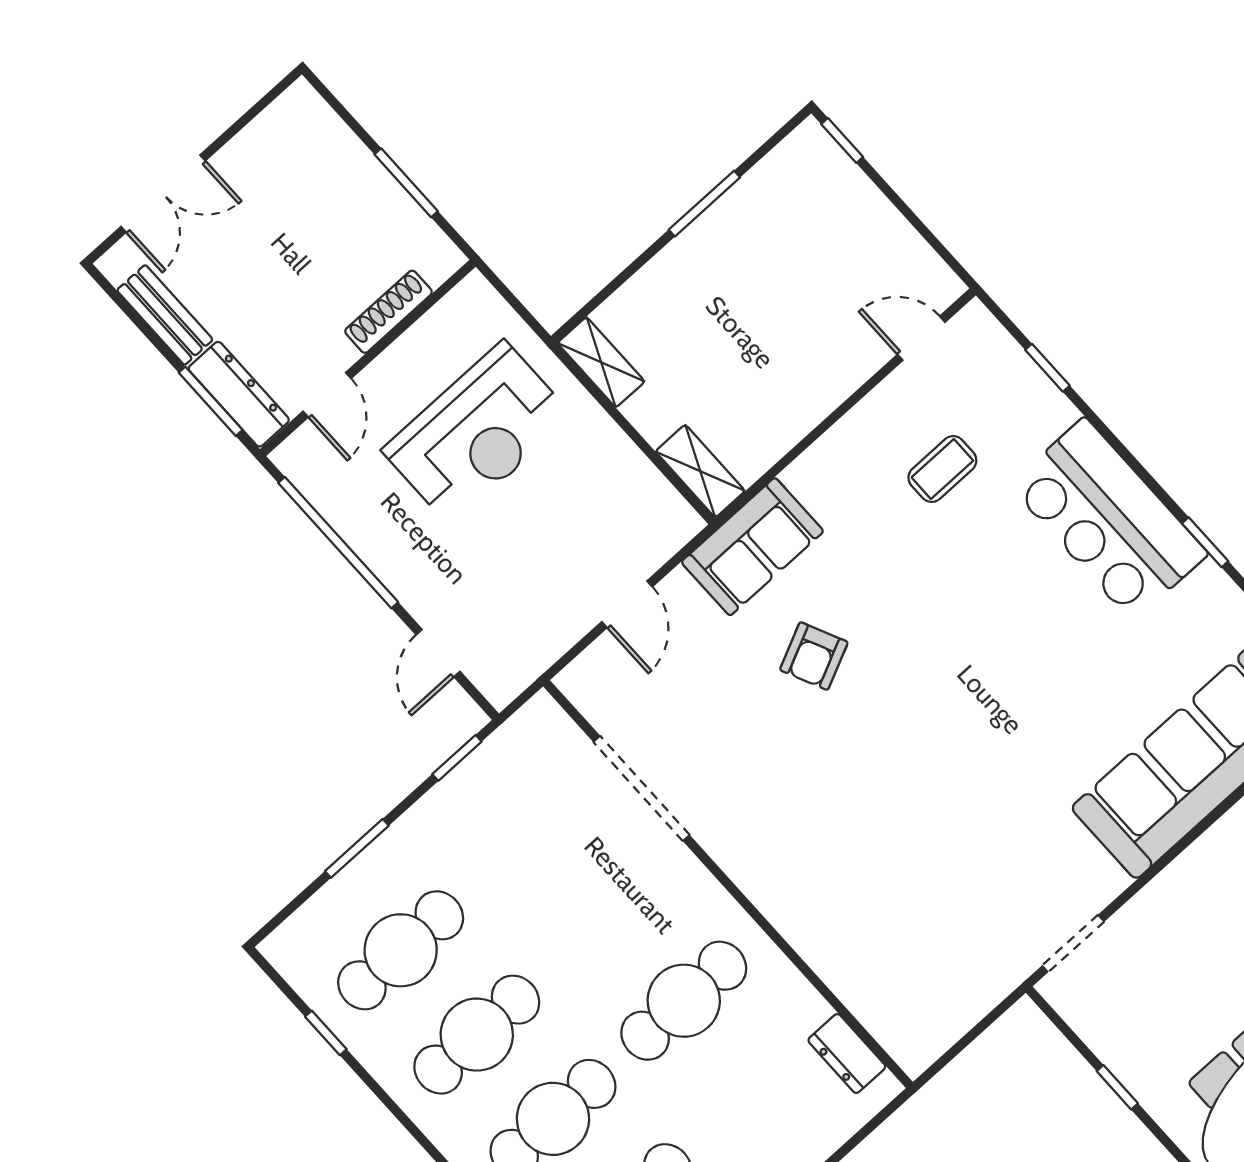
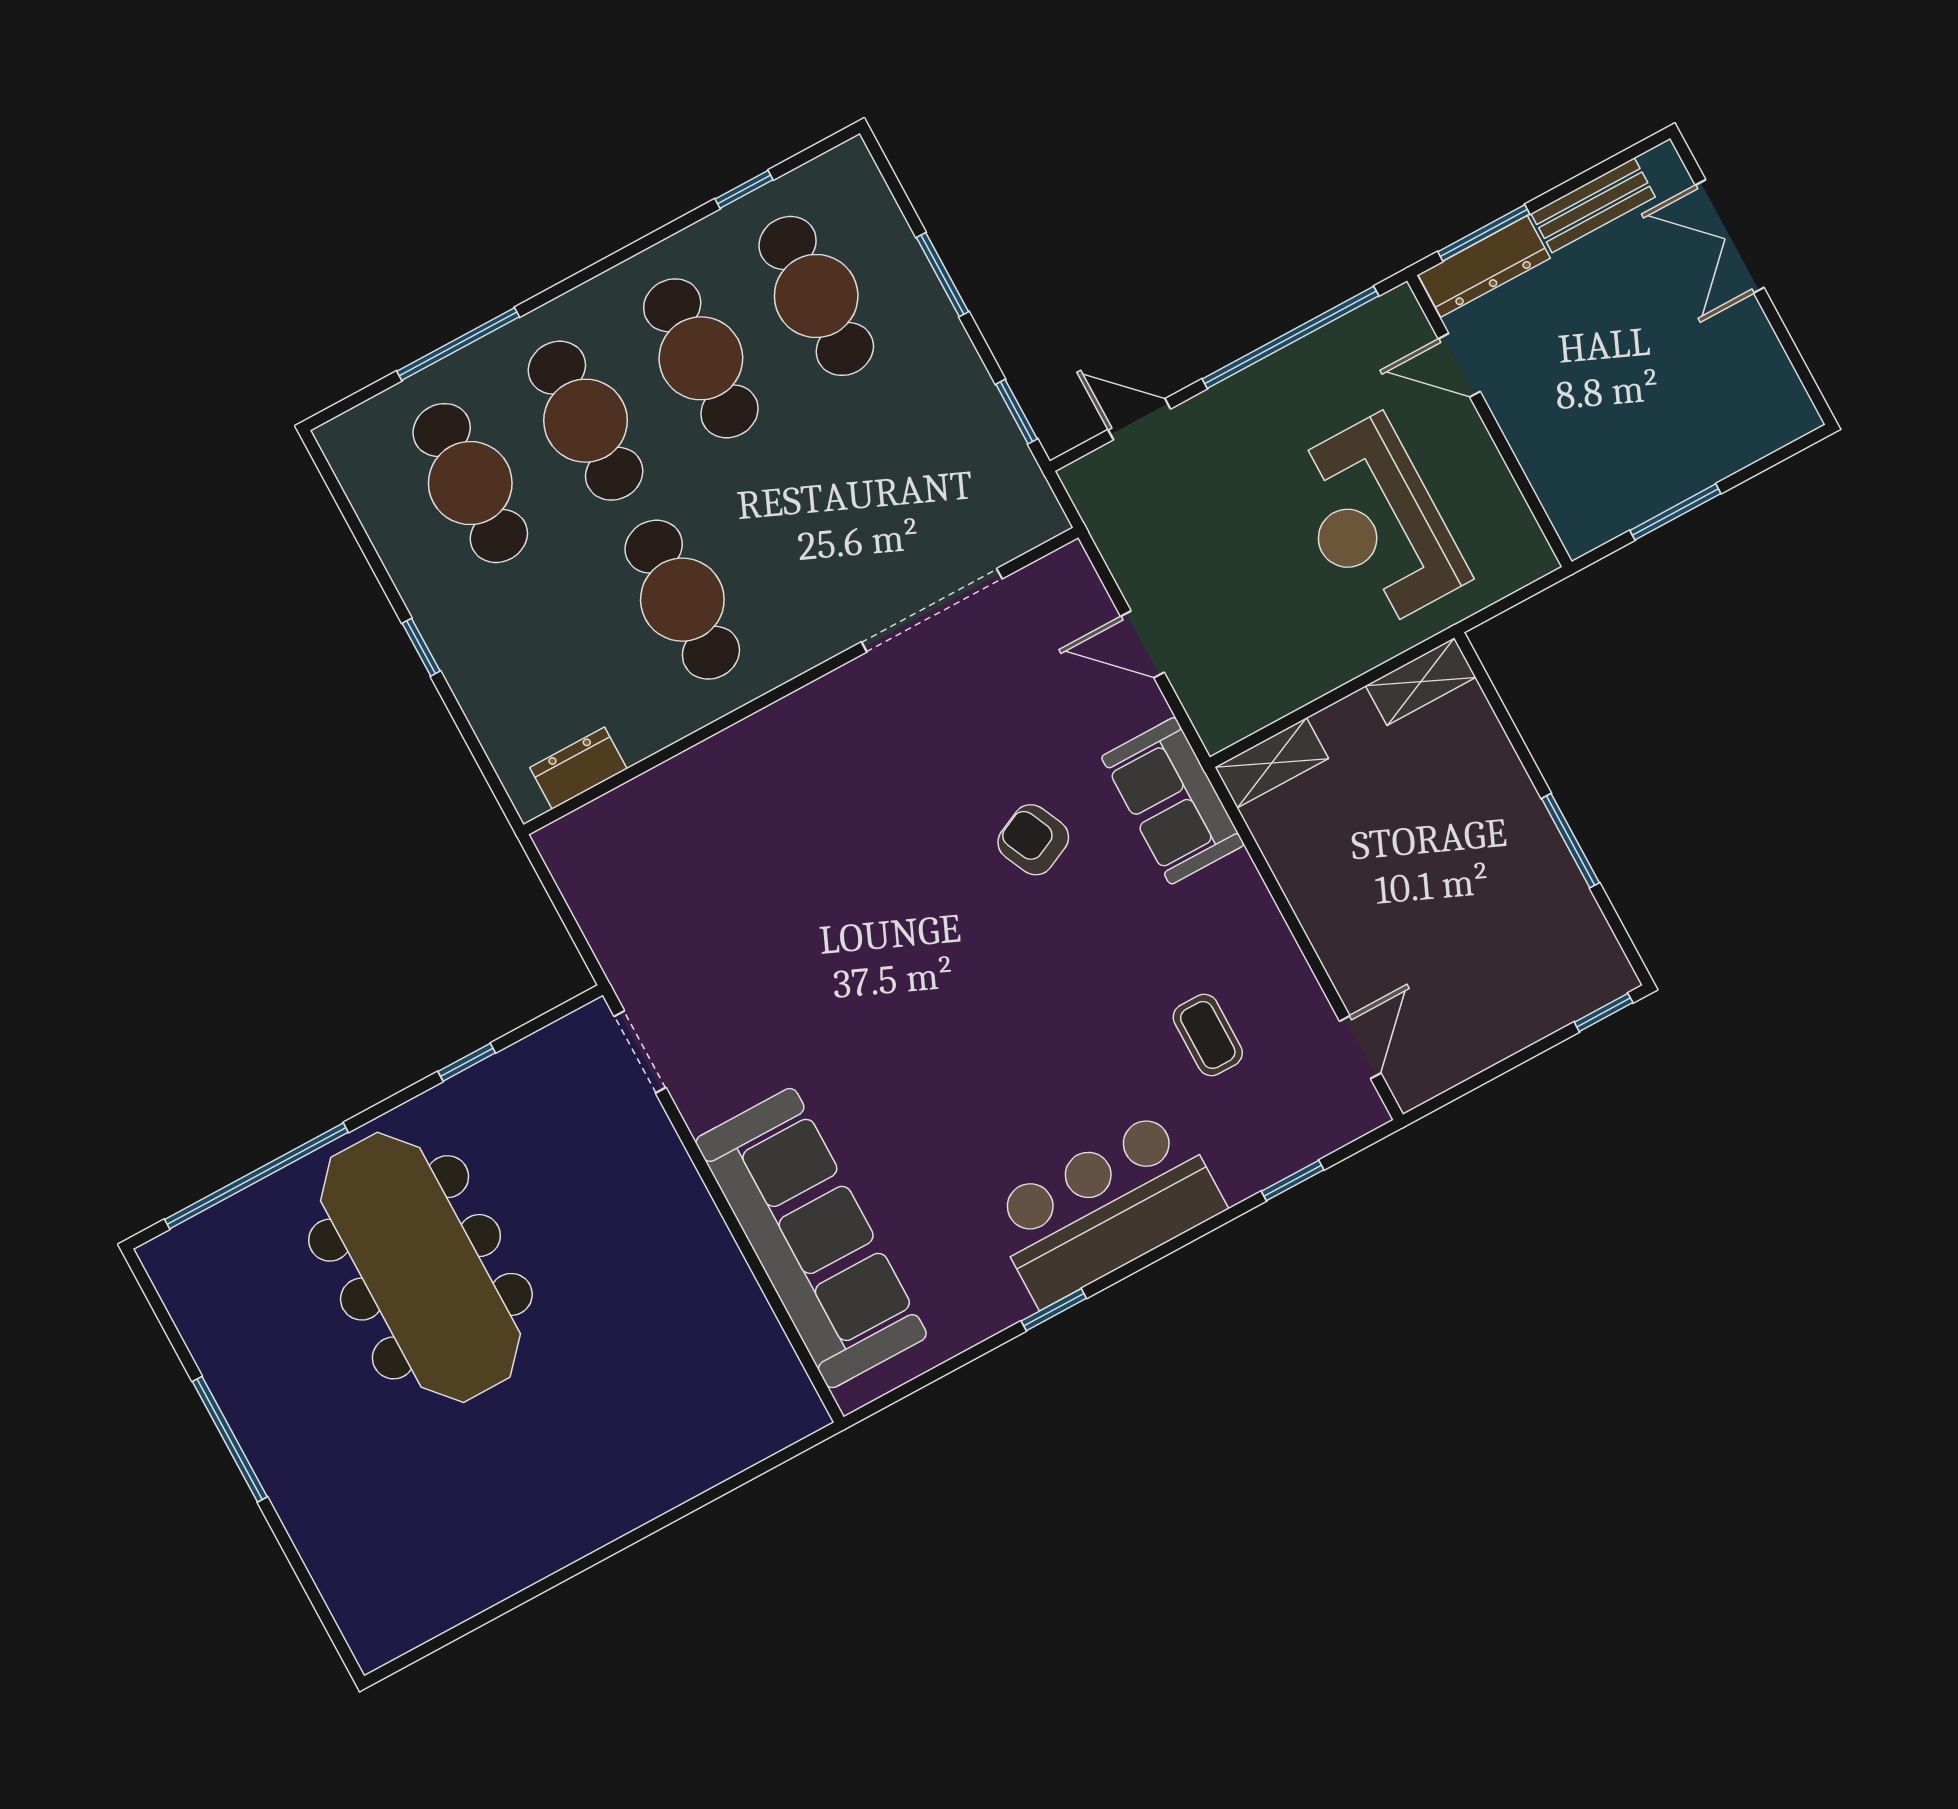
shoe rack: (389, 312) -> (1536, 457), removed

